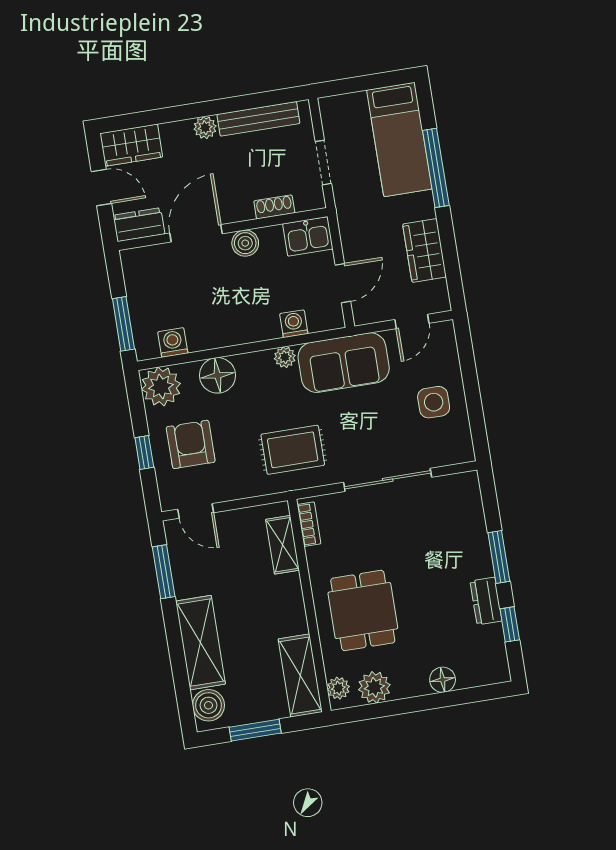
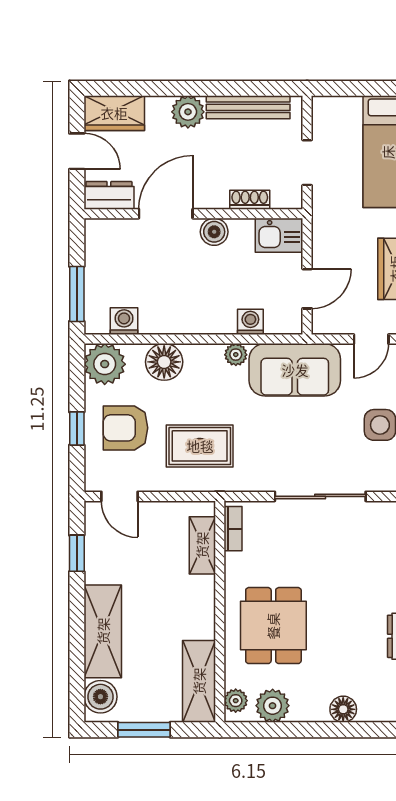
plant: (205, 128) -> (188, 112), width x1.38, depth x1.38
armchair: (191, 444) -> (125, 428), turned -90
rug: (293, 450) -> (200, 446), moved
window: (164, 572) -> (77, 553), width x0.67

